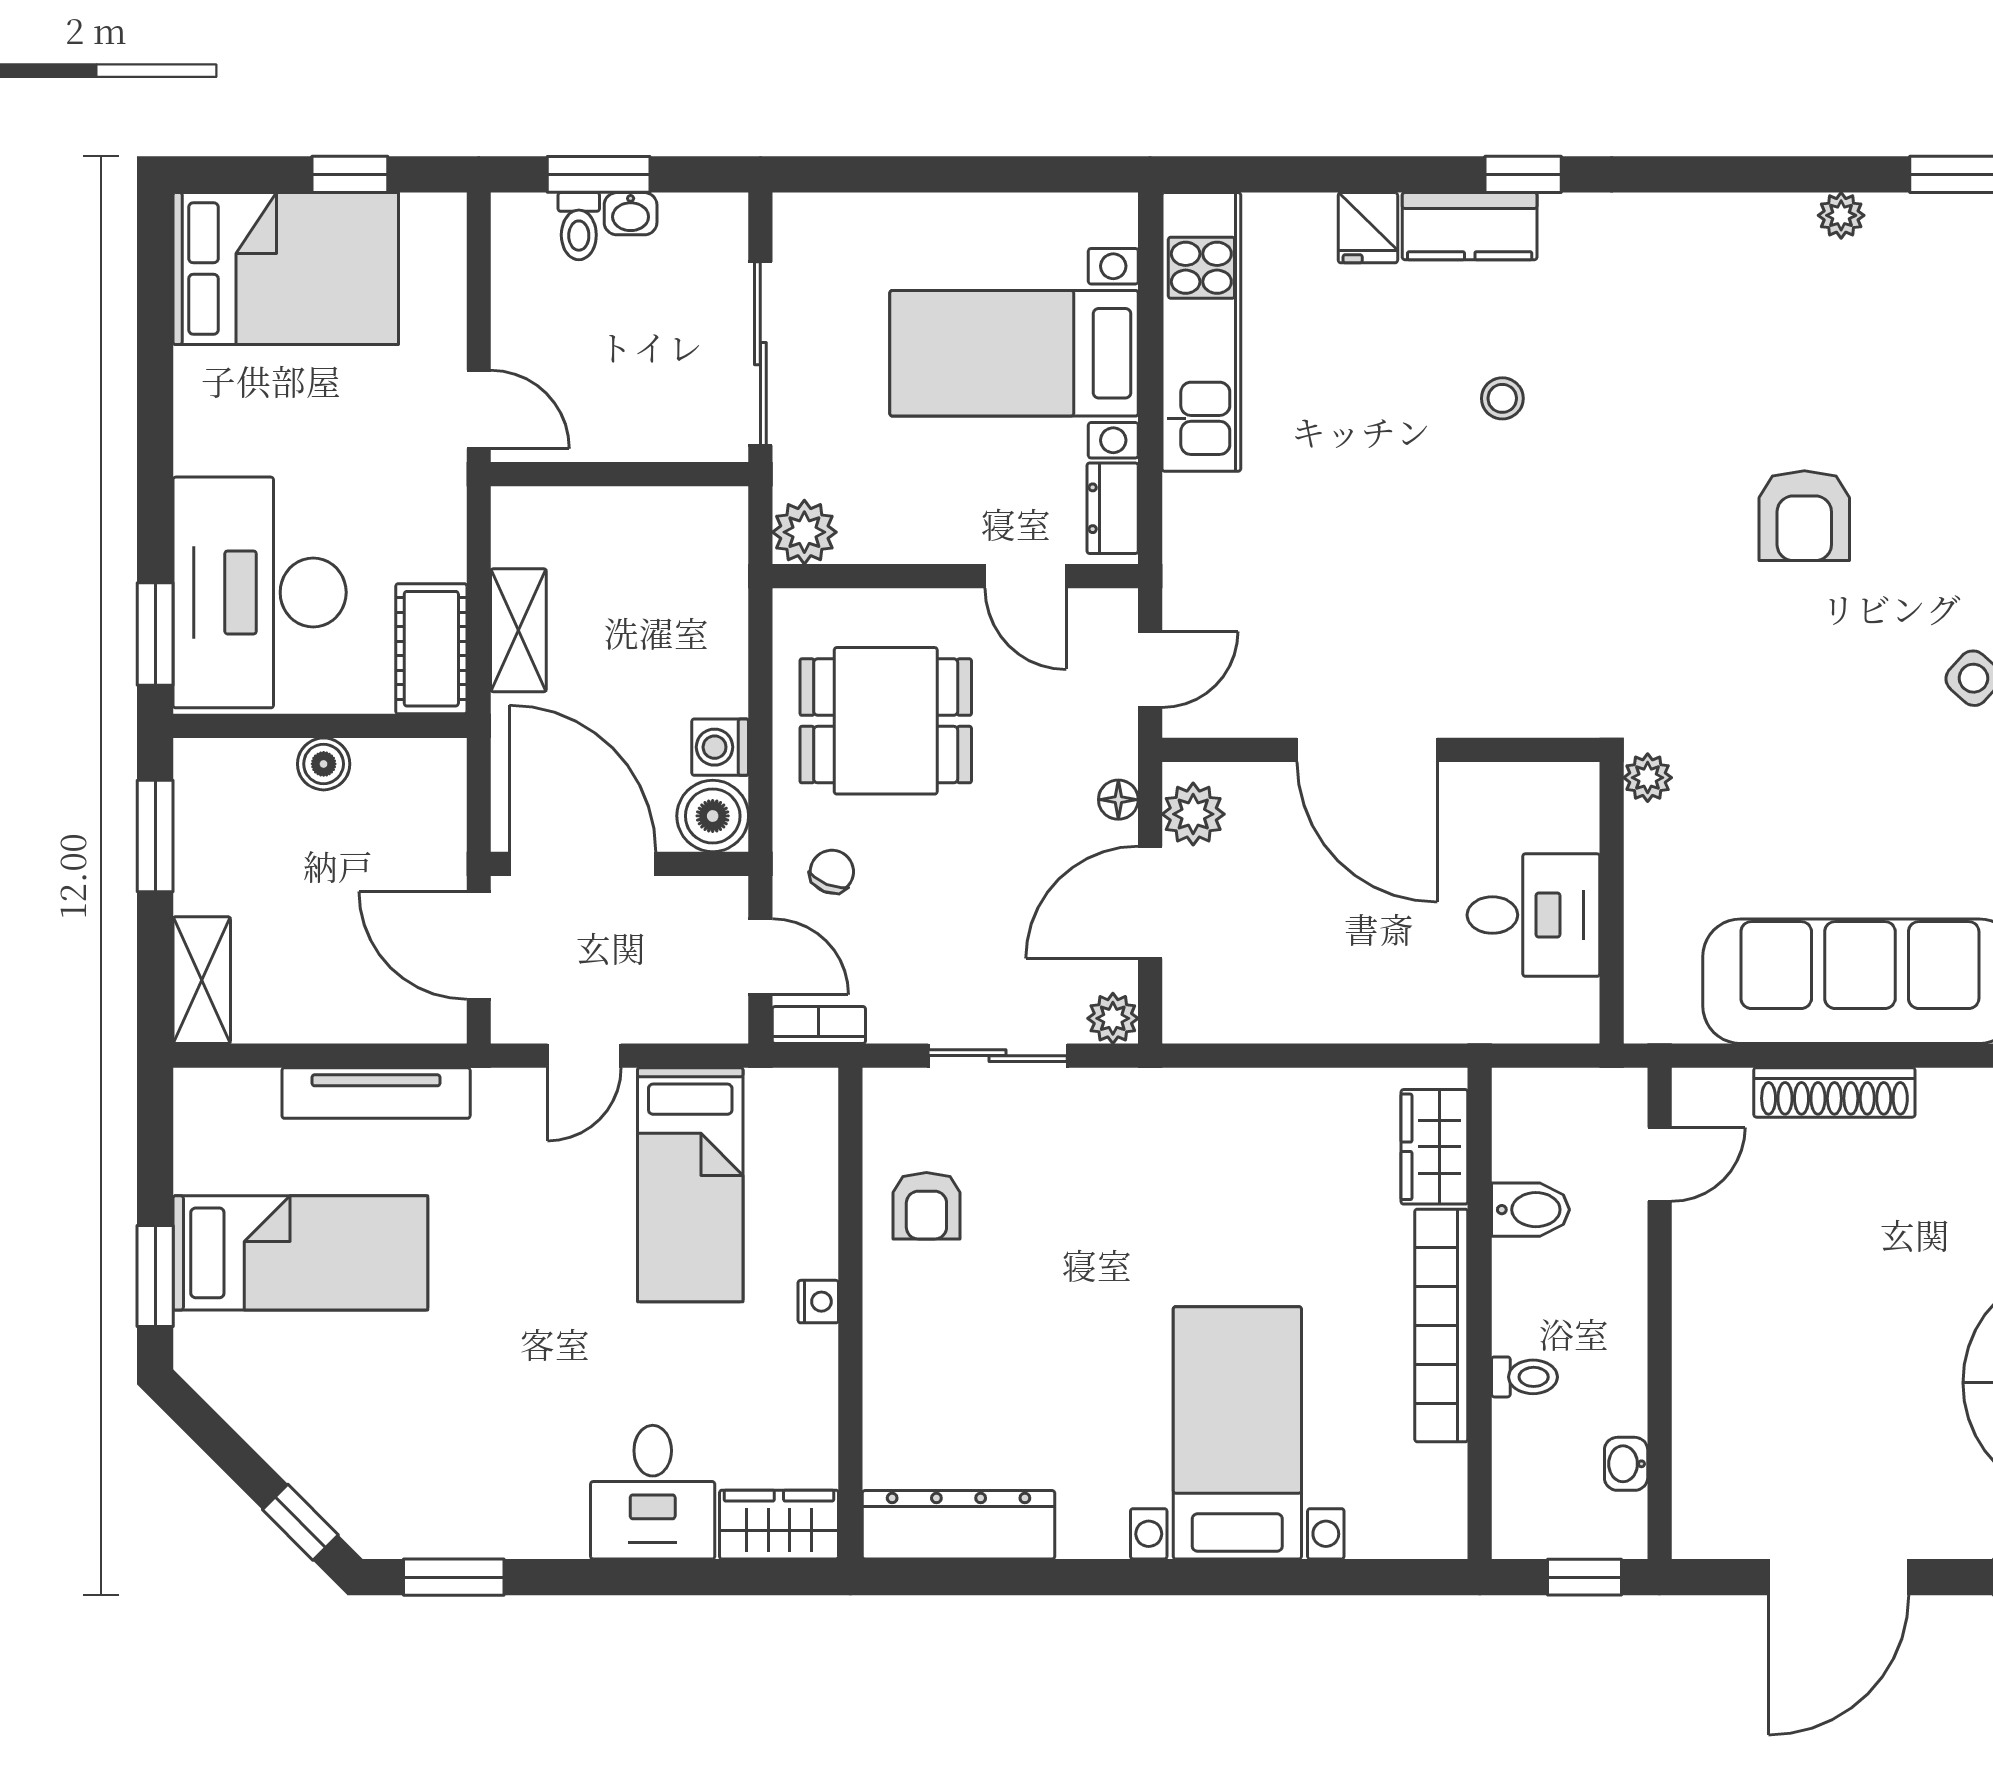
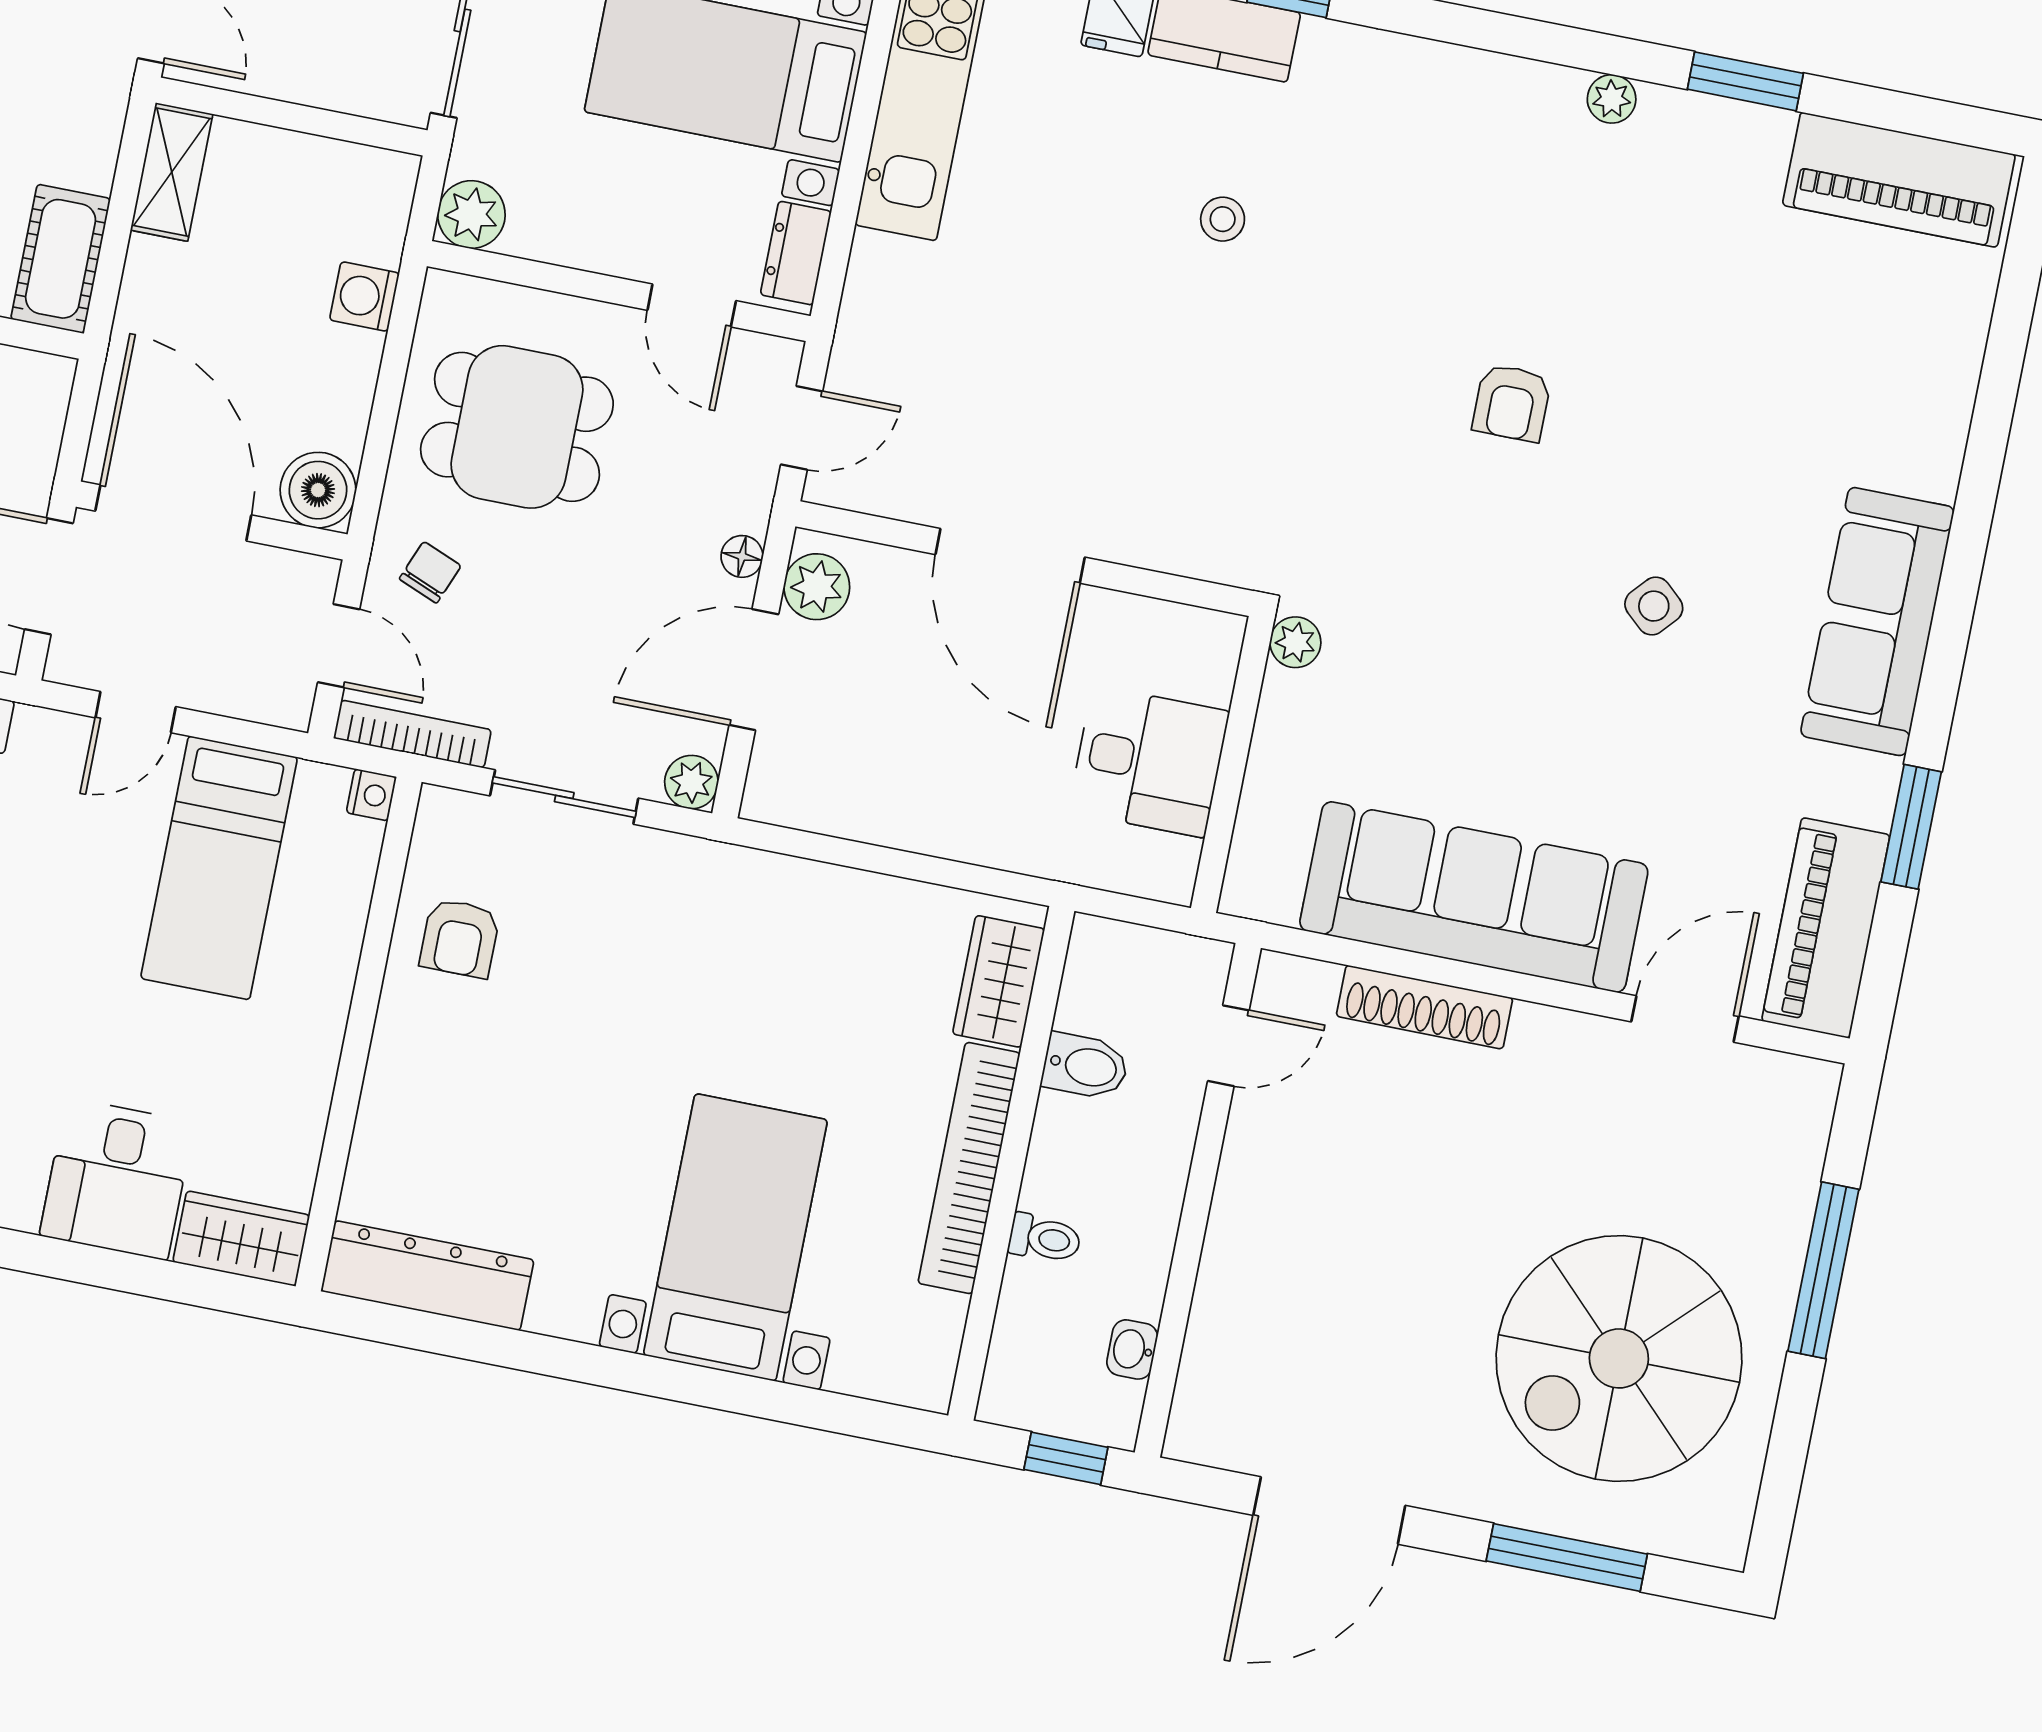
armchair: (1804, 516) -> (1512, 403), width x0.72, depth x0.72
shelving: (518, 630) -> (172, 172), moved
washing machine: (720, 747) -> (364, 297), moved
bookcase: (819, 1025) -> (412, 734), width x1.56
nightstand: (818, 1302) -> (371, 795), moved

